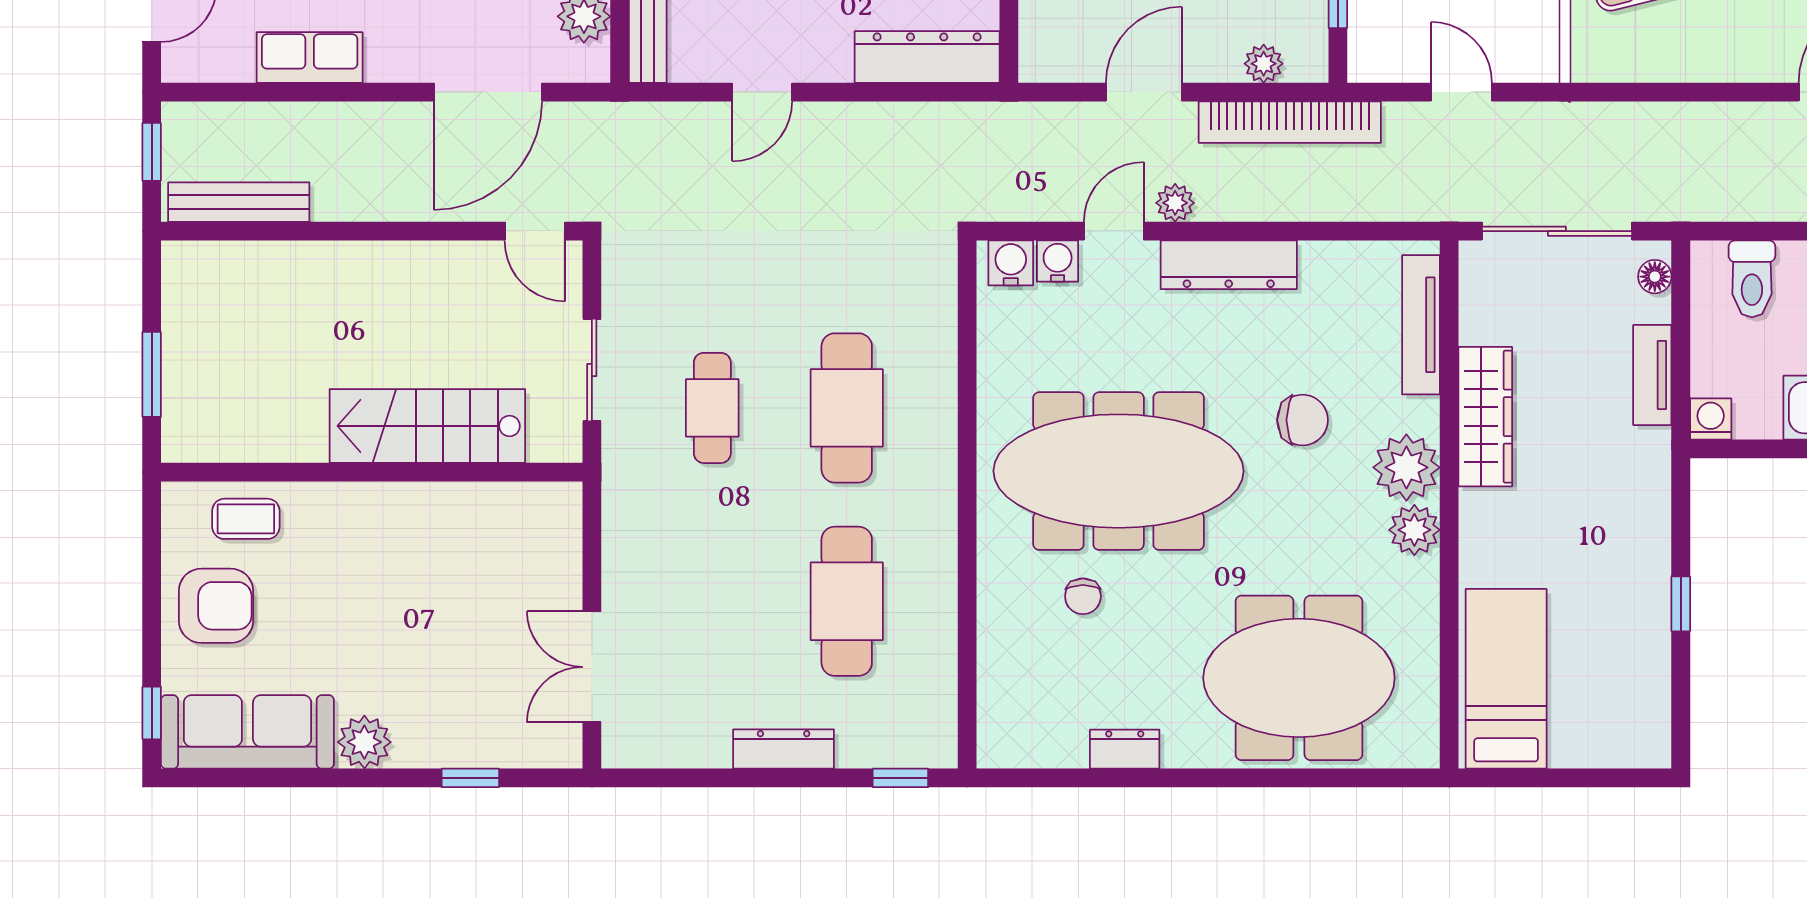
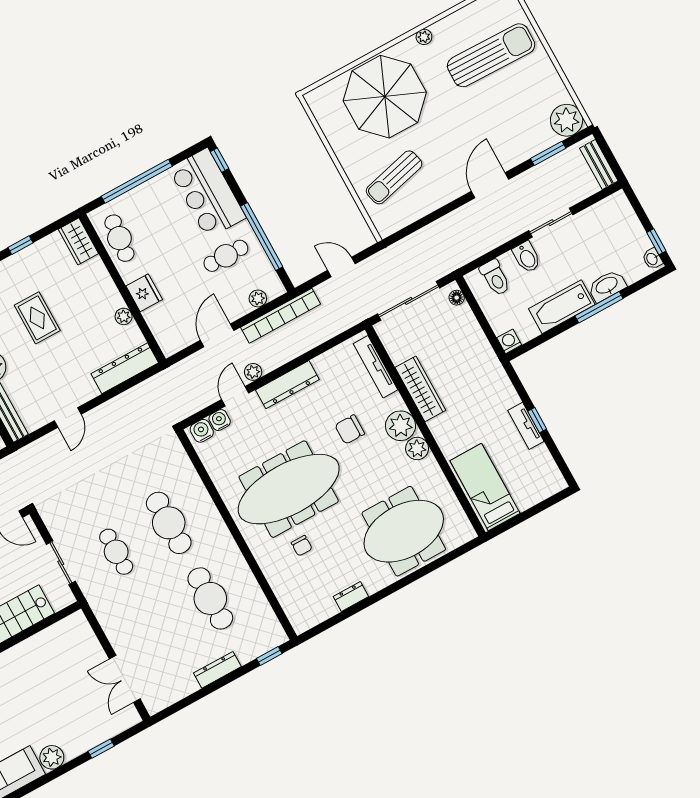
tv unit: (1652, 375) -> (526, 426), moved
chair: (1303, 420) -> (350, 430), turned 180

